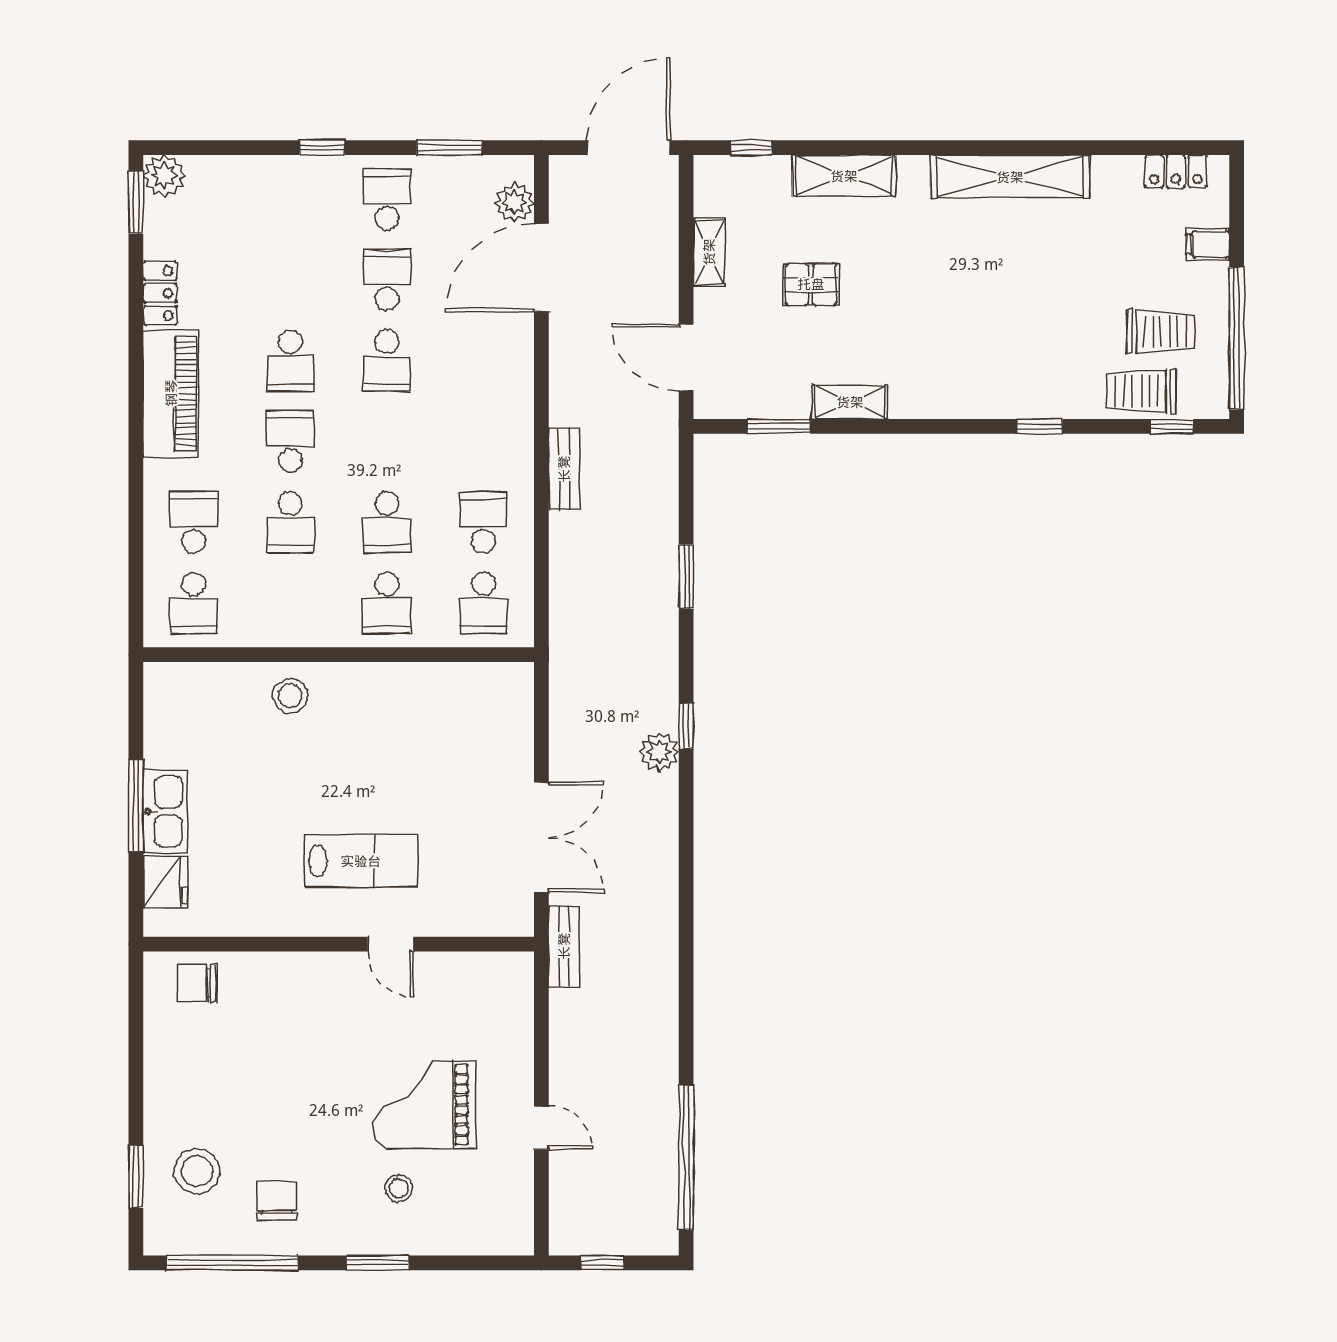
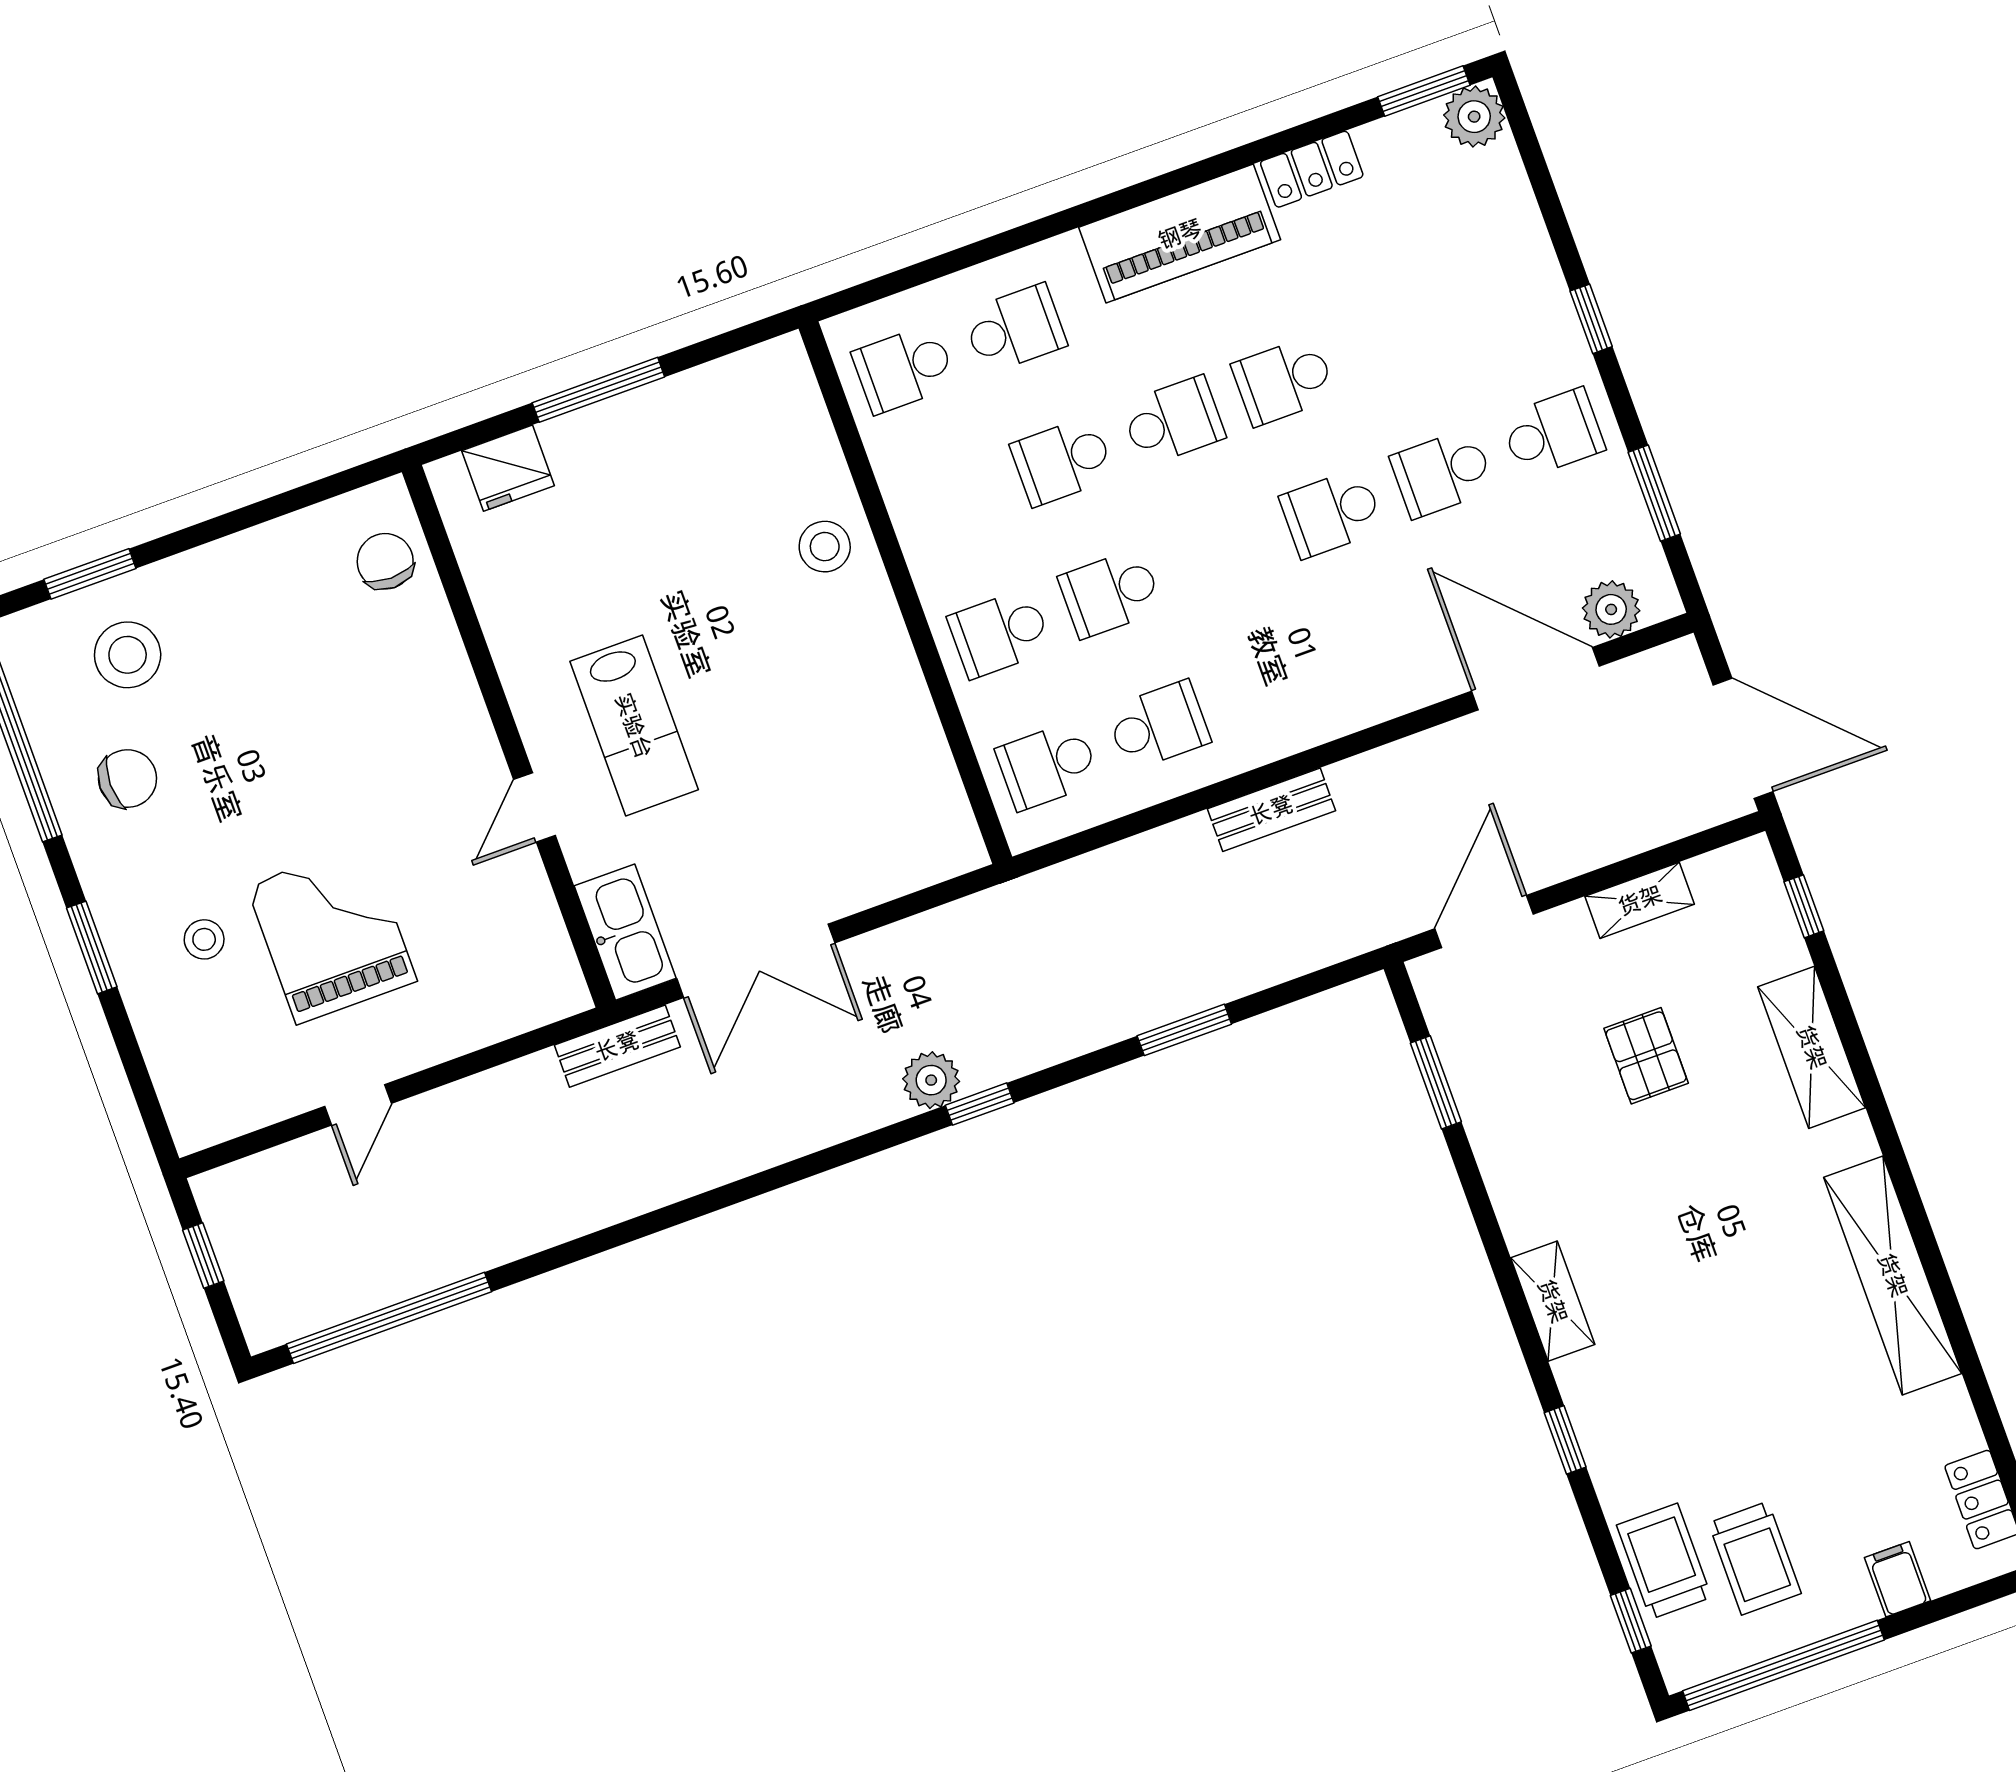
school desk: (387, 280) -> (1442, 473), turned 180
shelving: (850, 402) -> (1553, 1301), moved
kitchen sink: (165, 811) -> (625, 932), moved, turned -90

